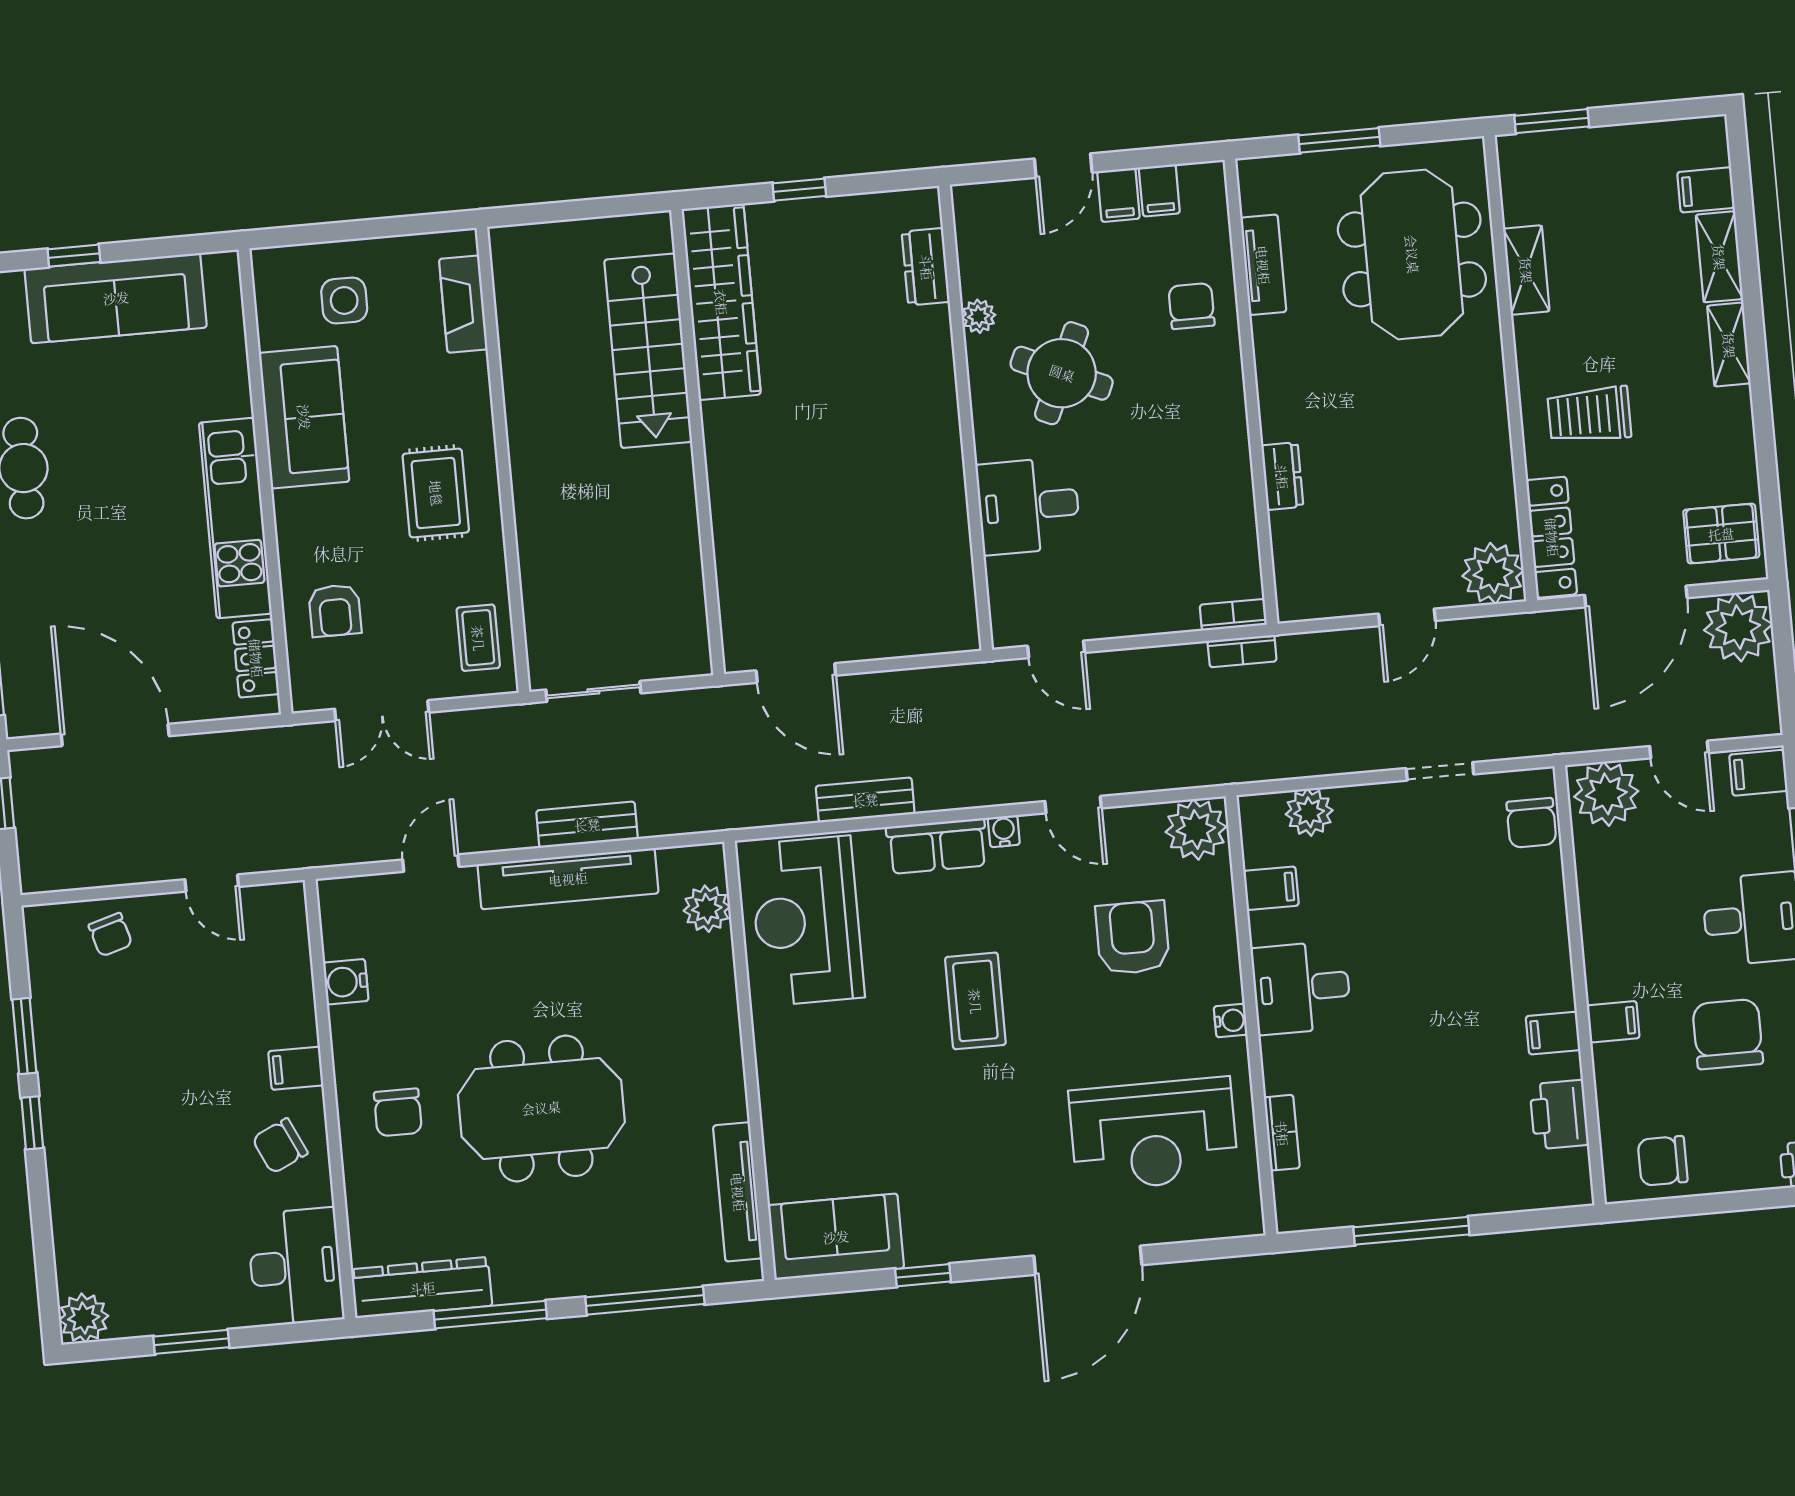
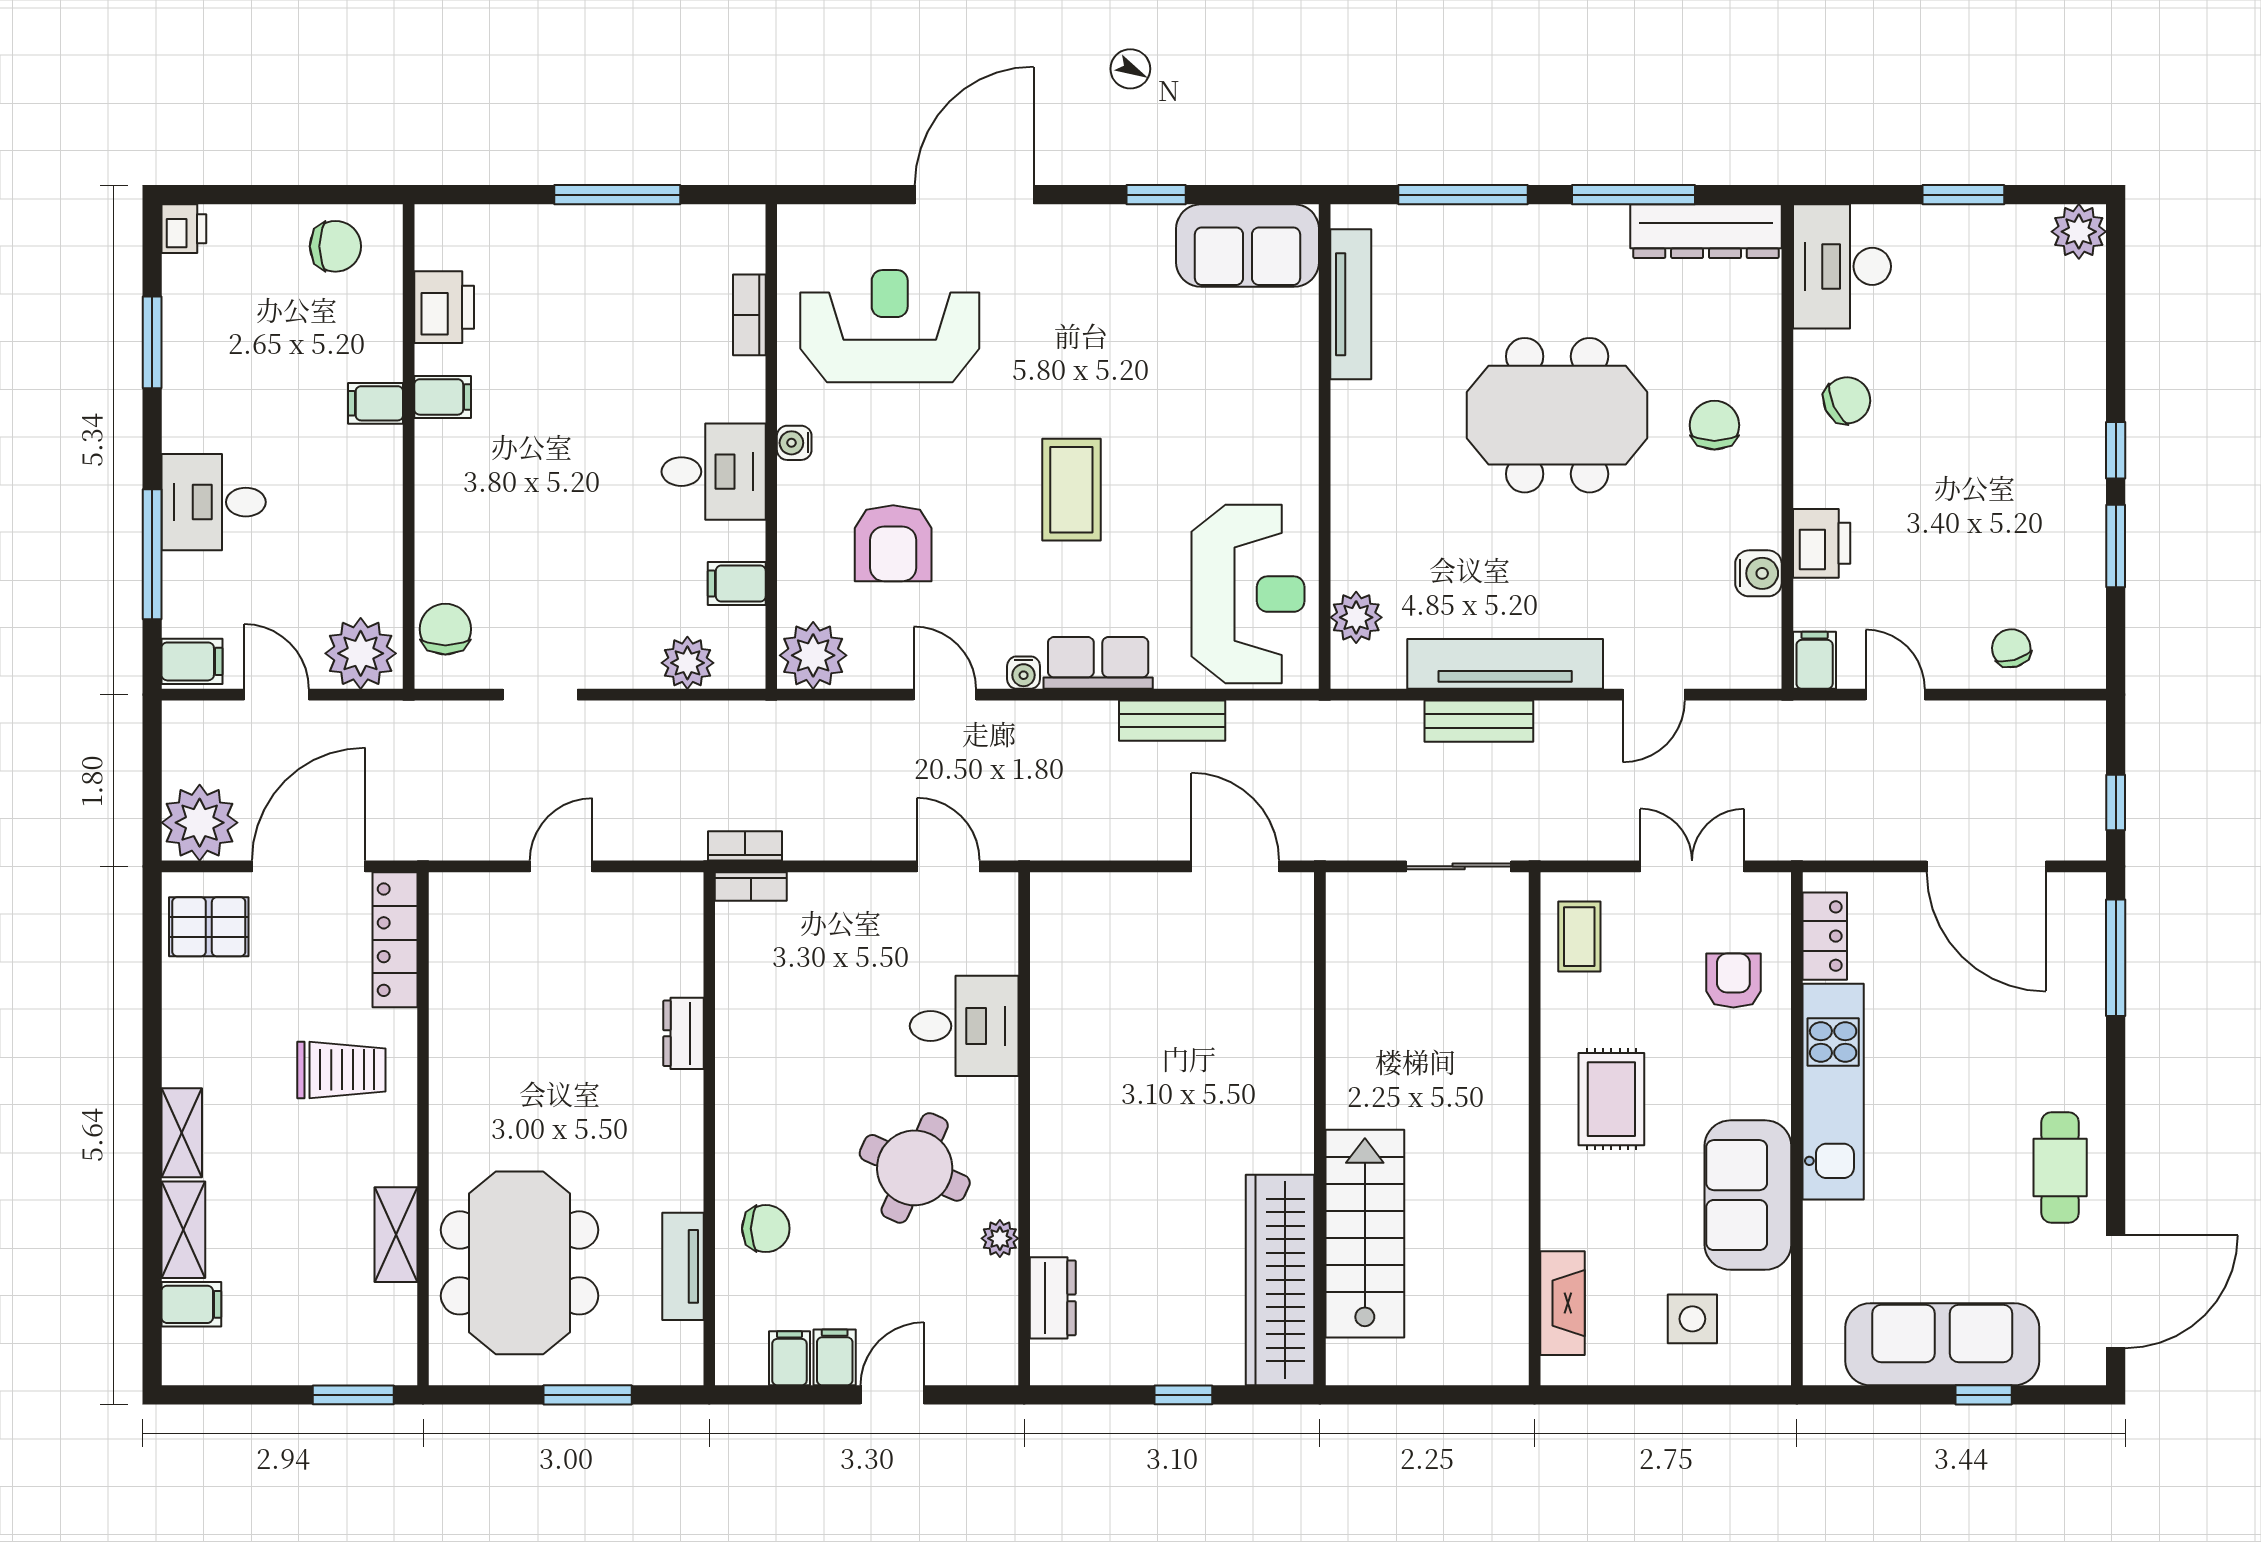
chair: (1191, 306) -> (766, 1229), turned -90
plant: (1493, 573) -> (463, 906), removed
printer: (291, 1014) -> (1822, 543), added
chair: (1728, 1034) -> (252, 378), removed
filing cabinet: (296, 1068) -> (1815, 660), moved, turned -90

